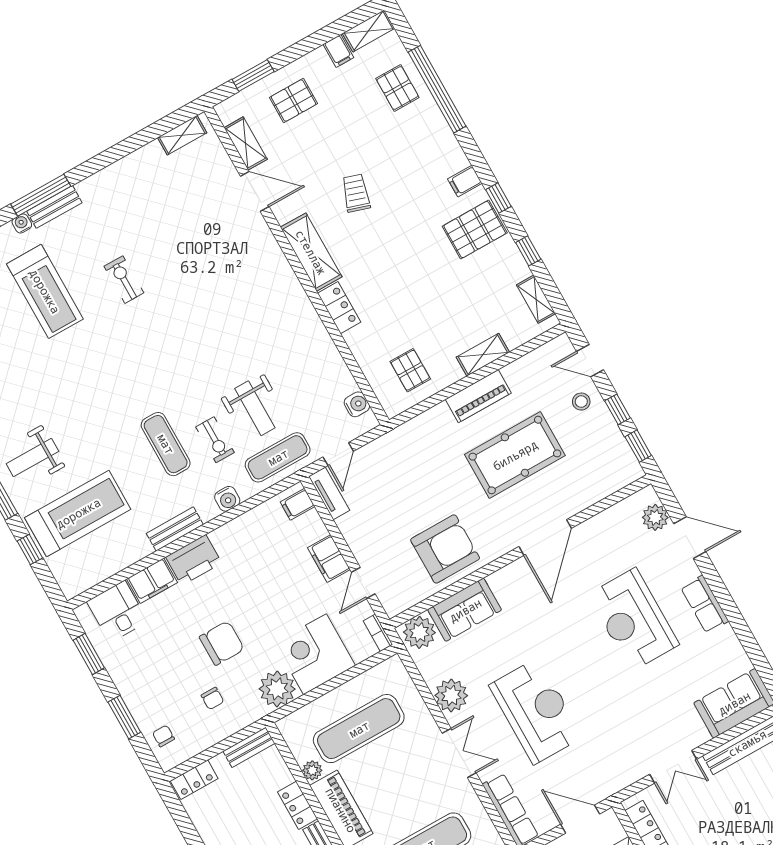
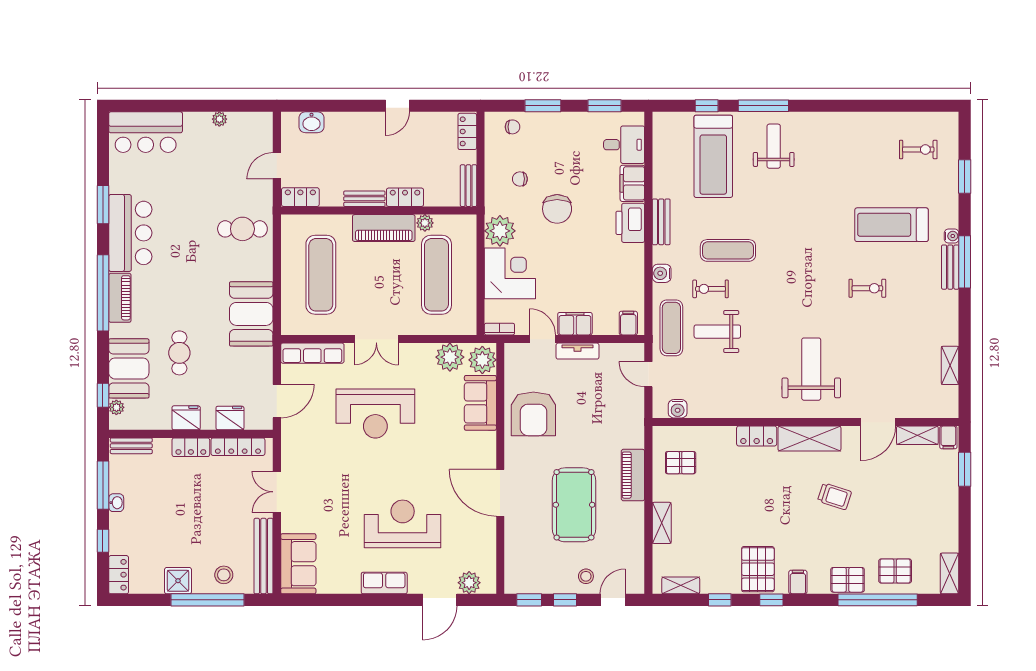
filing cabinet: (338, 51) -> (948, 437), moved, turned -90
pallet: (293, 101) -> (848, 580), moved, turned 90
shelving: (182, 135) -> (950, 365), moved
weight bench: (239, 290) -> (811, 369), added
piano: (478, 396) -> (633, 475), moved
tv unit: (329, 493) -> (578, 351), moved
plant: (451, 695) -> (450, 357), moved

